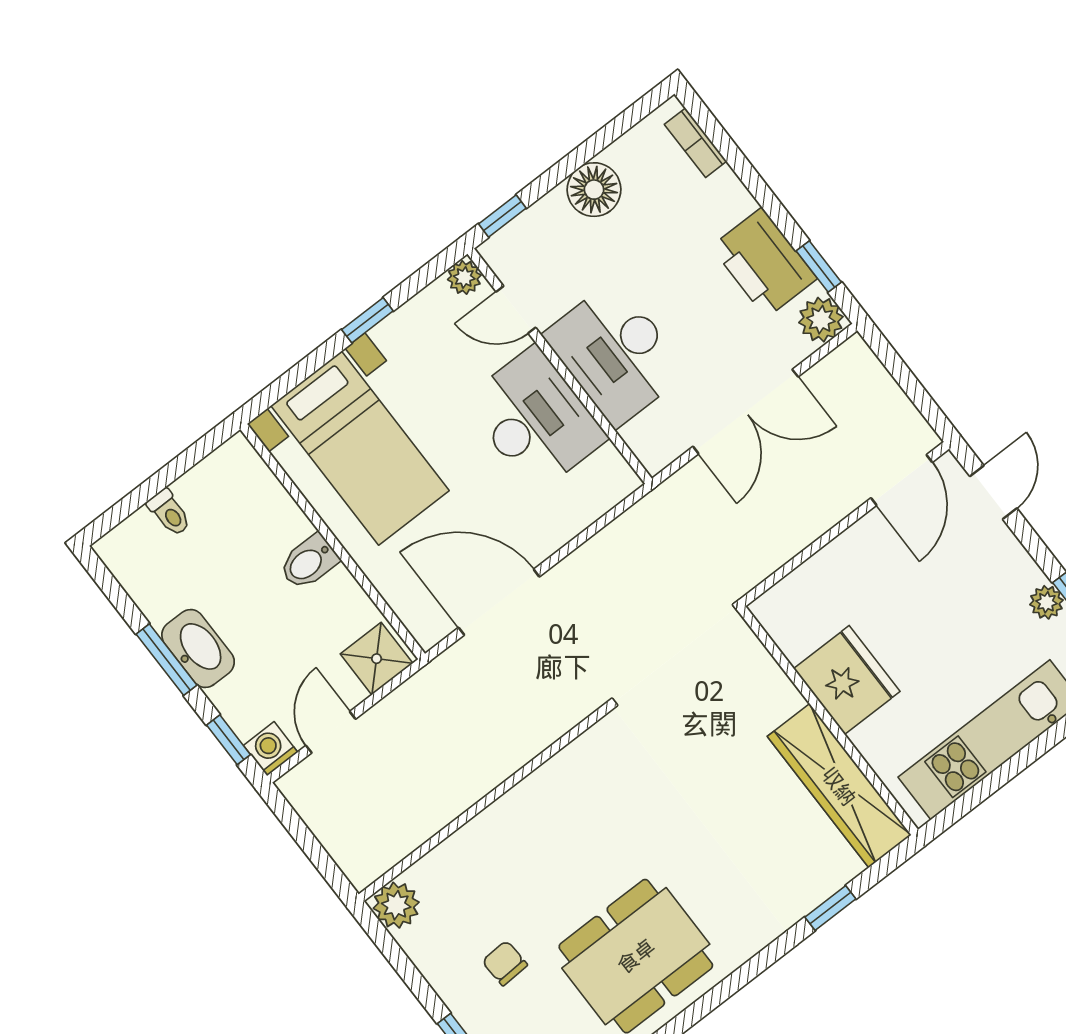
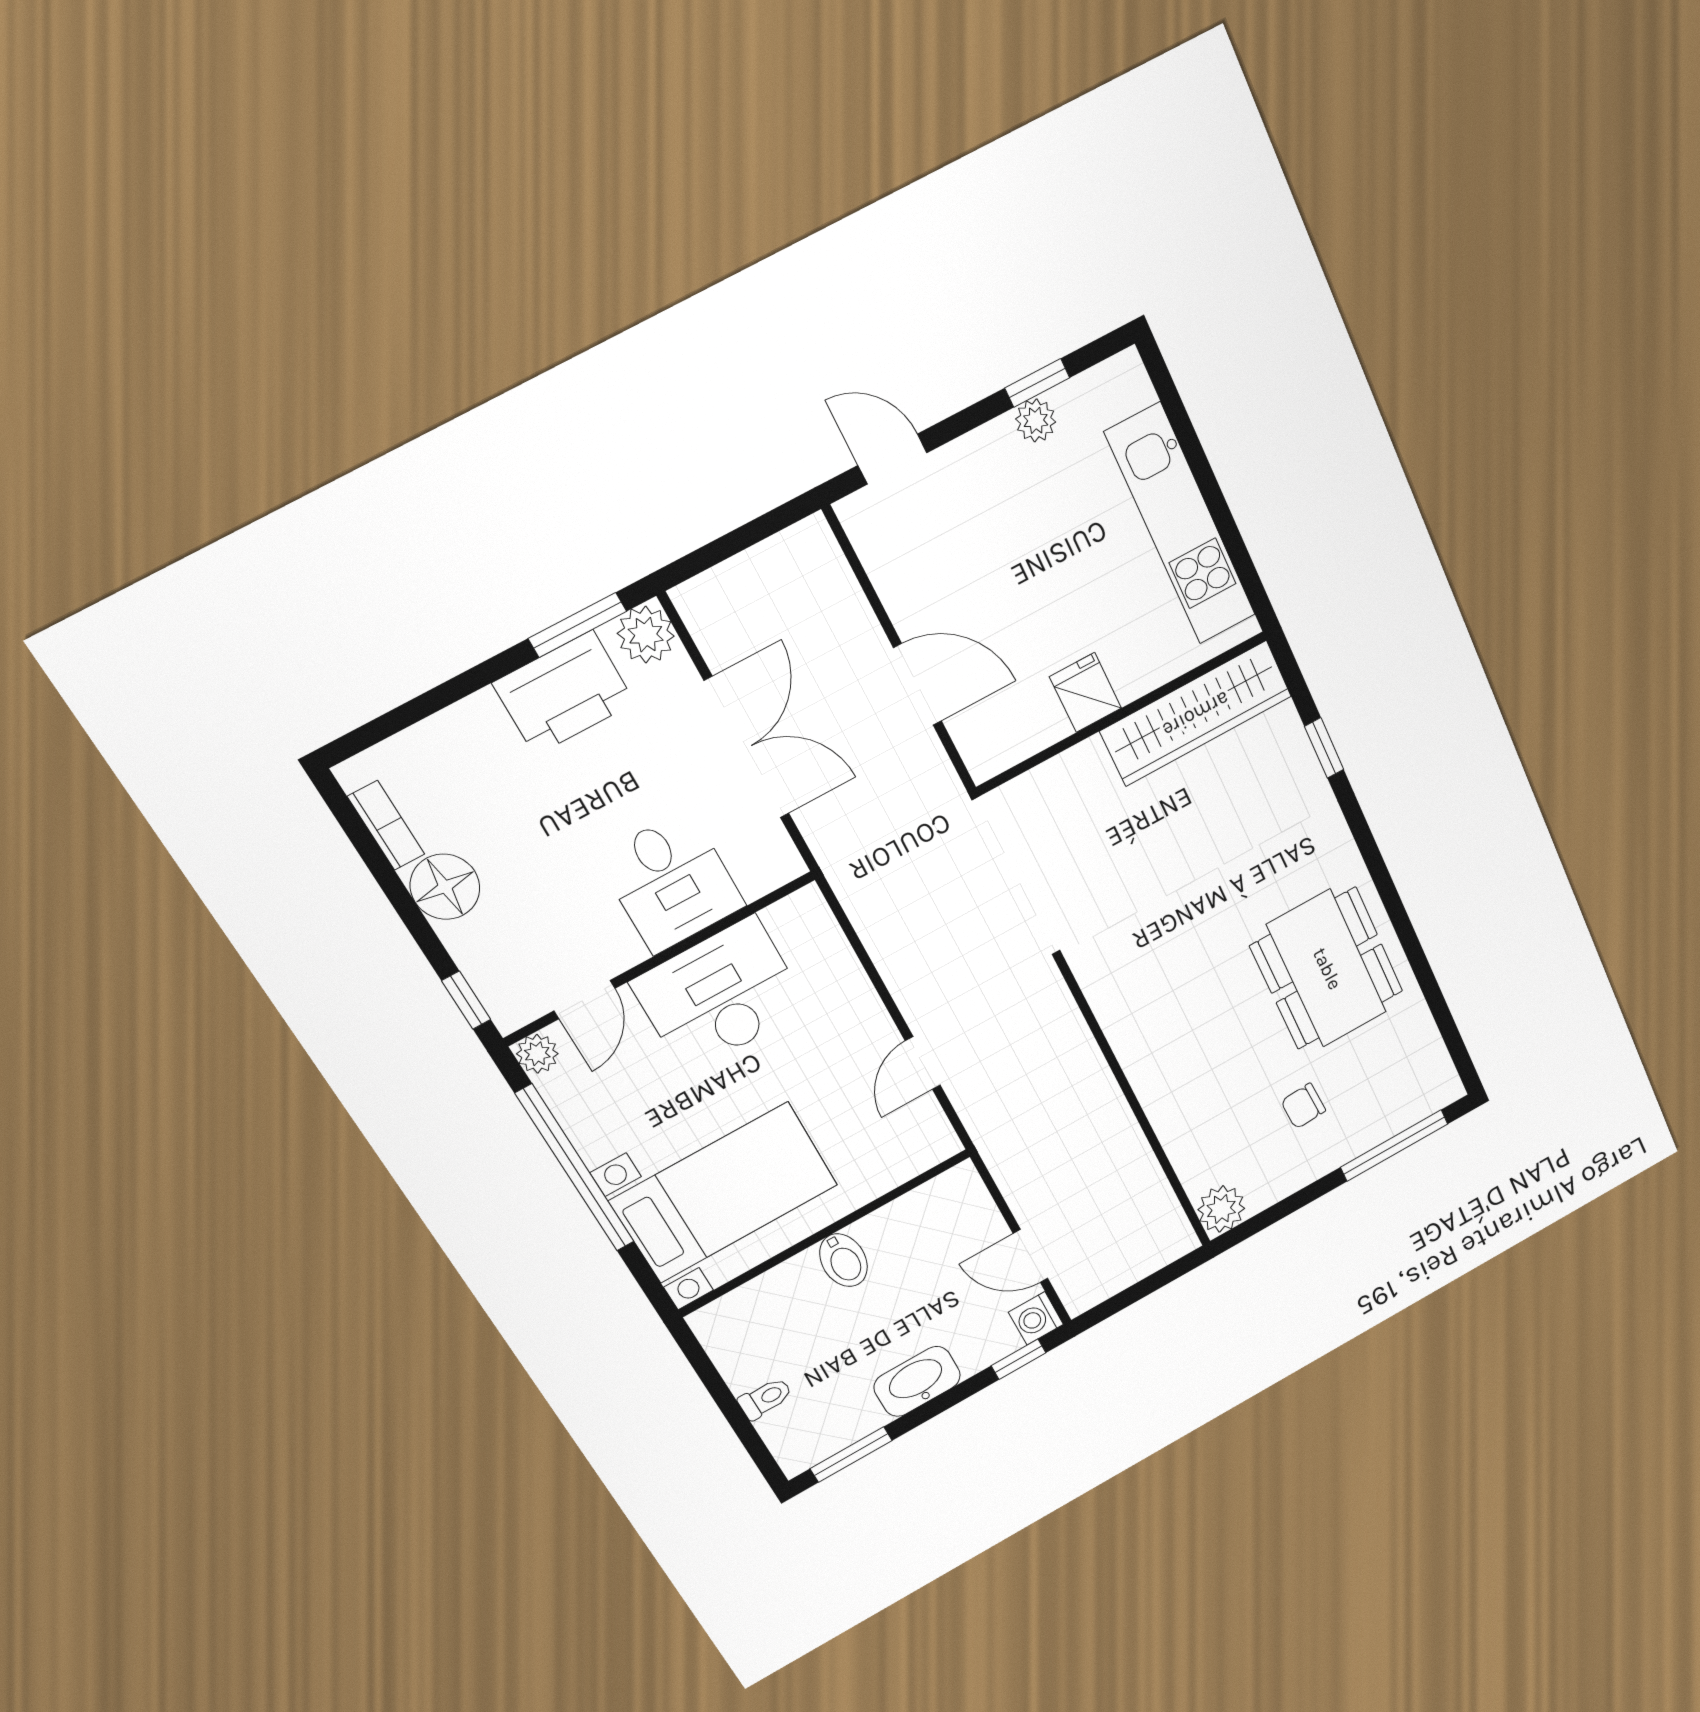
bookcase: (696, 143) -> (386, 825), moved, turned -90
window: (819, 266) -> (577, 625), width x1.50
window: (367, 320) -> (575, 1168), width x3.17
desk: (615, 353) -> (671, 882), width x0.73
door: (902, 480) -> (918, 685), moved
door: (499, 602) -> (923, 1063), width x0.53
shower: (377, 659) -> (961, 1201), removed
window: (167, 660) -> (851, 1455), moved
fridge: (847, 680) -> (1086, 692), width x0.53, depth x0.75

